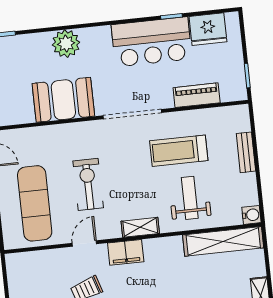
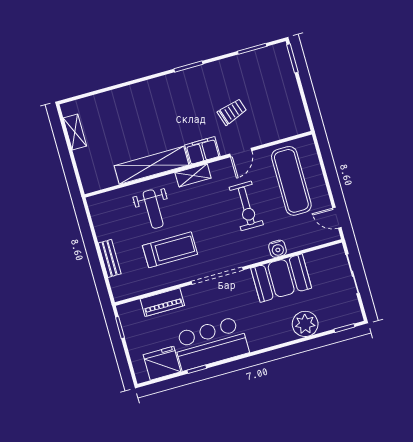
plant: (66, 44) -> (305, 324), moved
water cooler: (251, 215) -> (278, 249), moved, turned -90
shelving: (223, 241) -> (152, 165), moved

